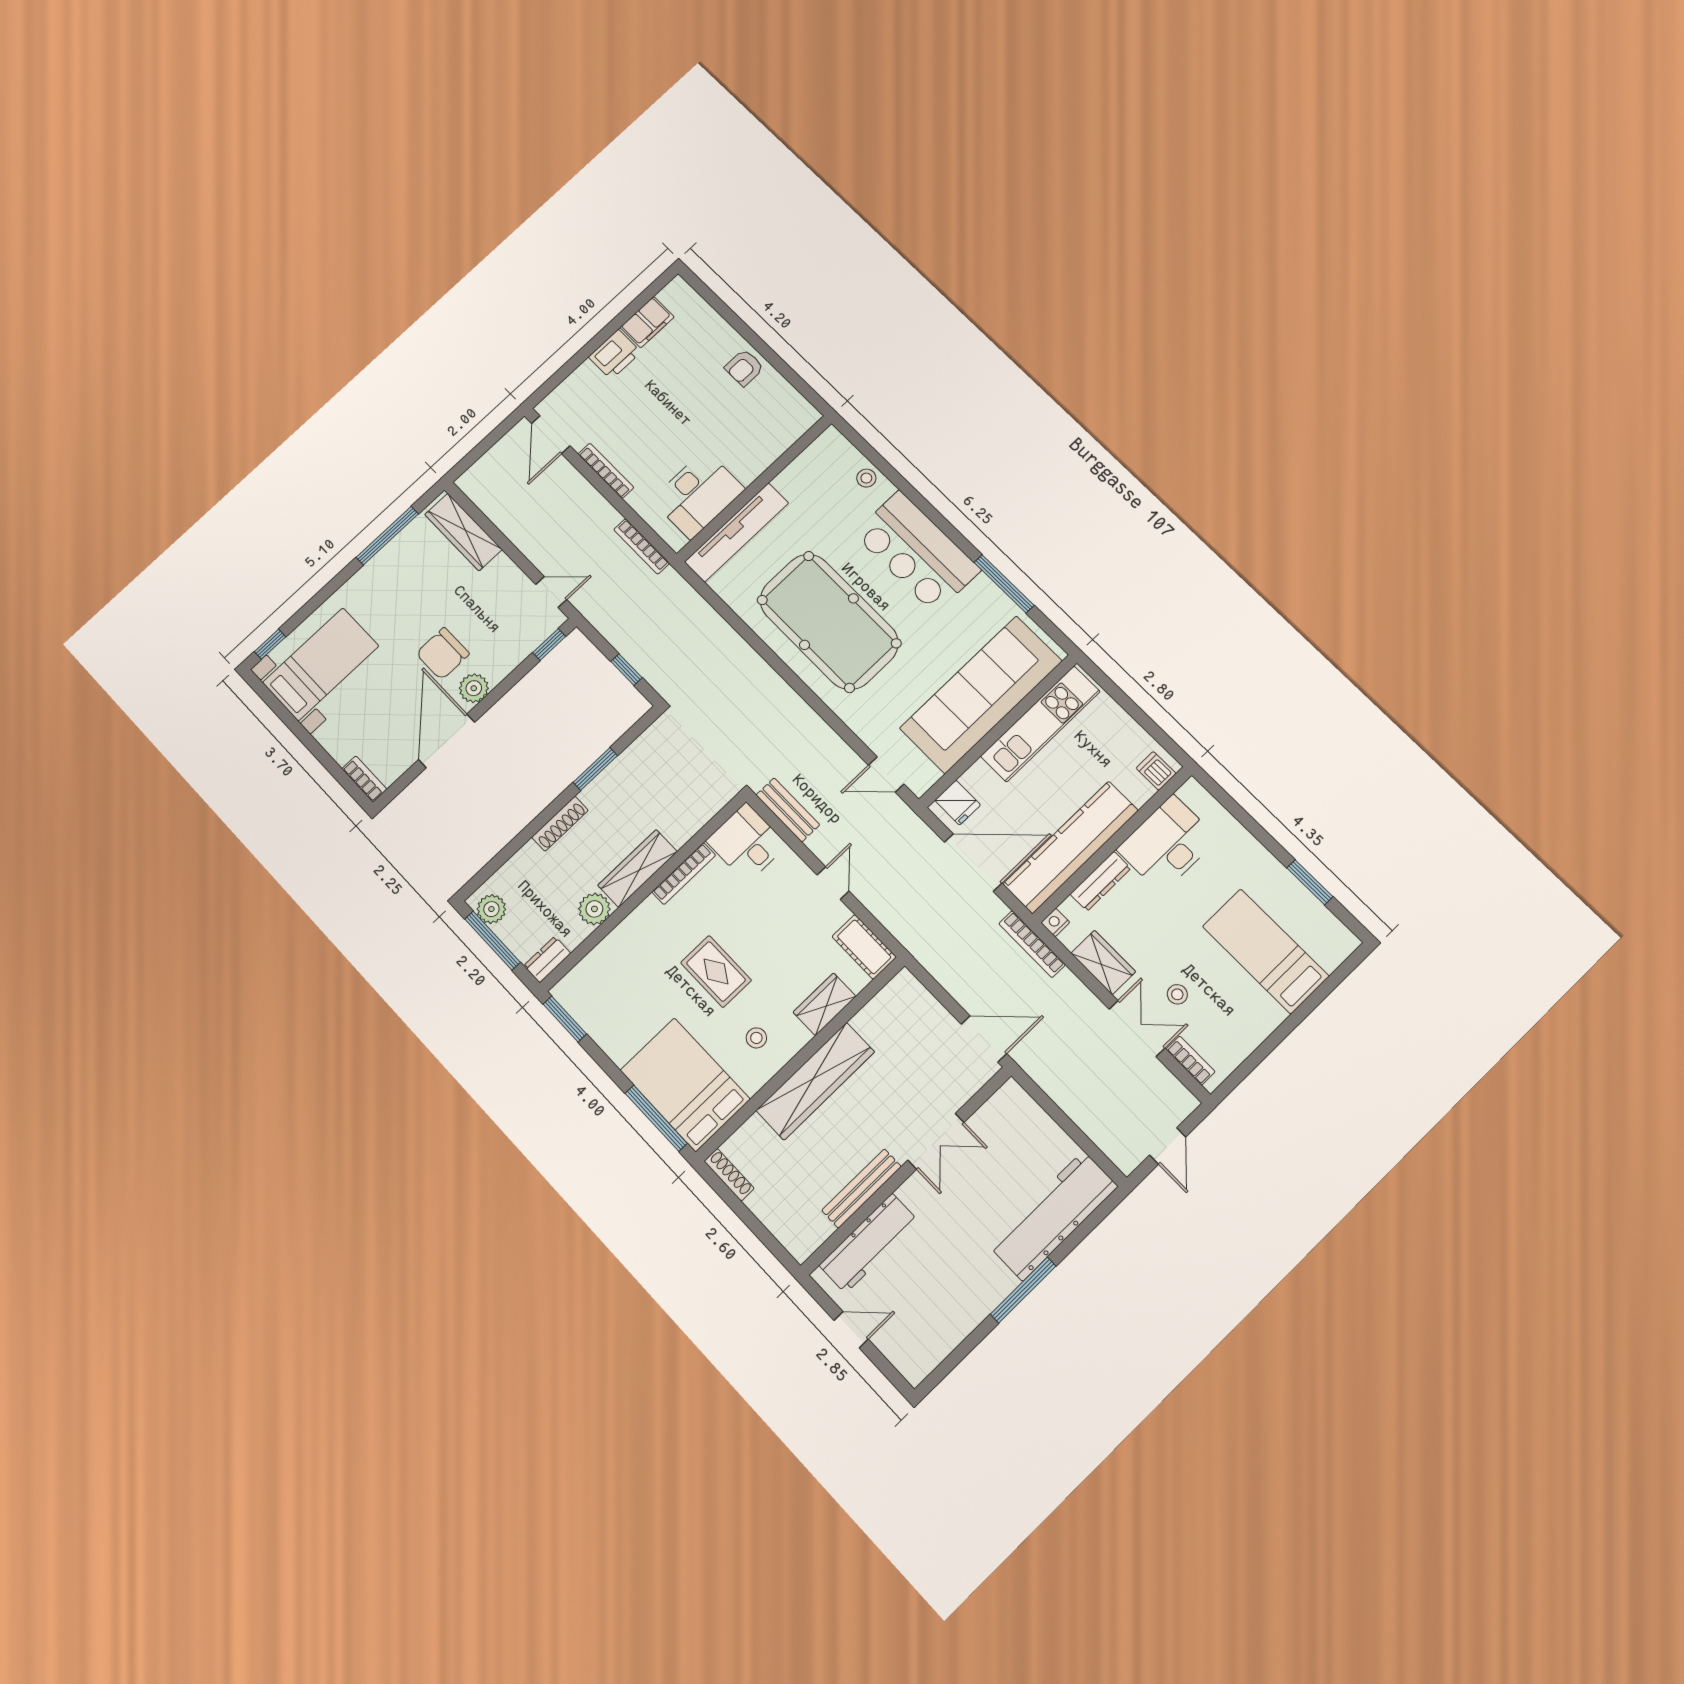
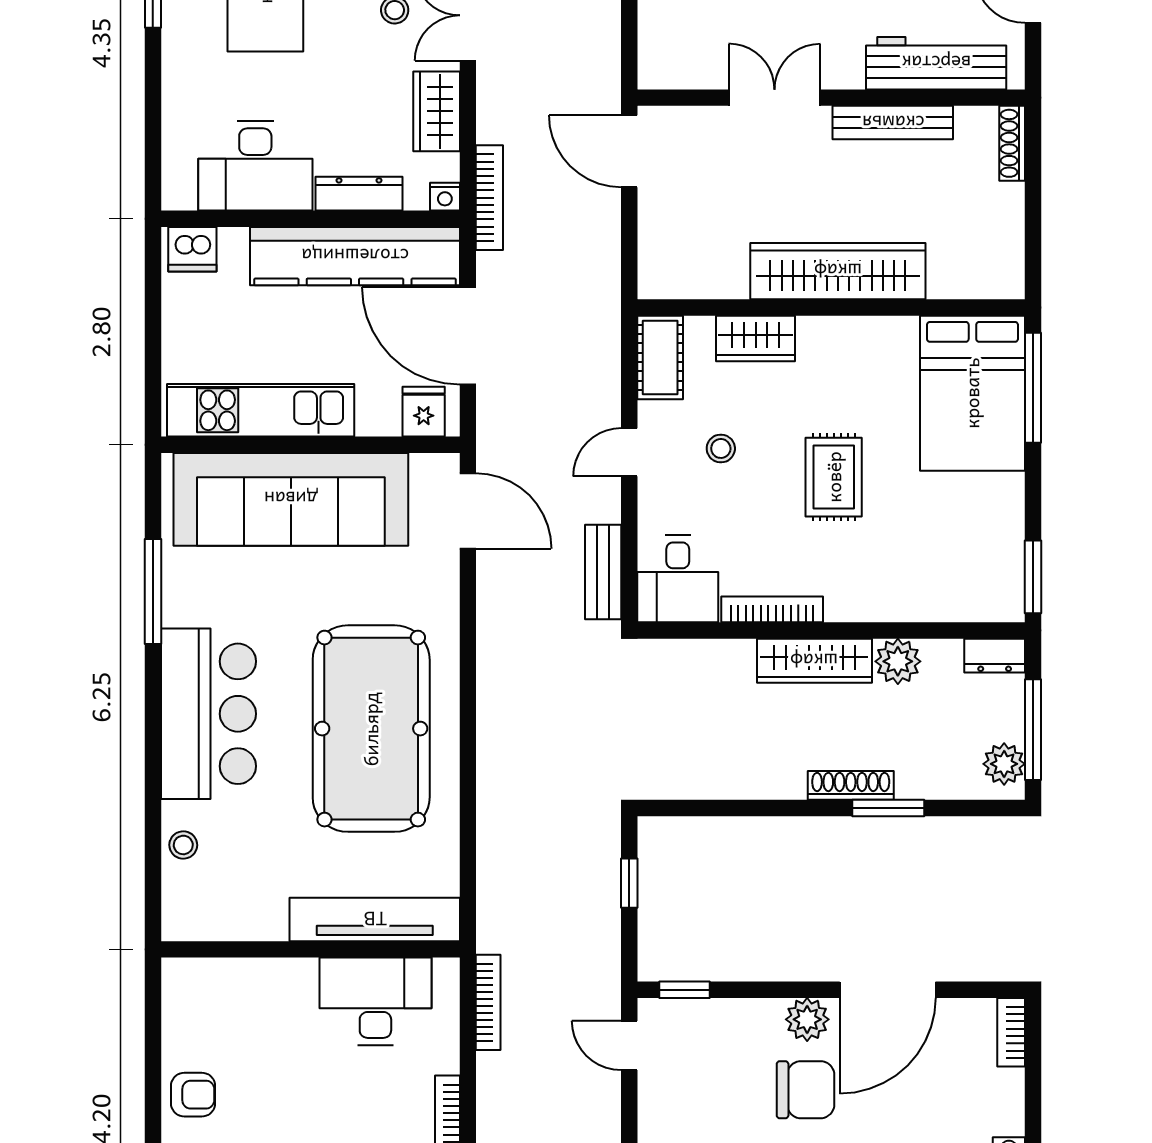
window: (595, 769) -> (888, 808), moved
dishwasher: (1156, 771) -> (192, 249), width x1.38
door: (886, 775) -> (468, 511), width x1.38
stool: (756, 1038) -> (721, 448), moved
shoe rack: (729, 1175) -> (1012, 143), moved

